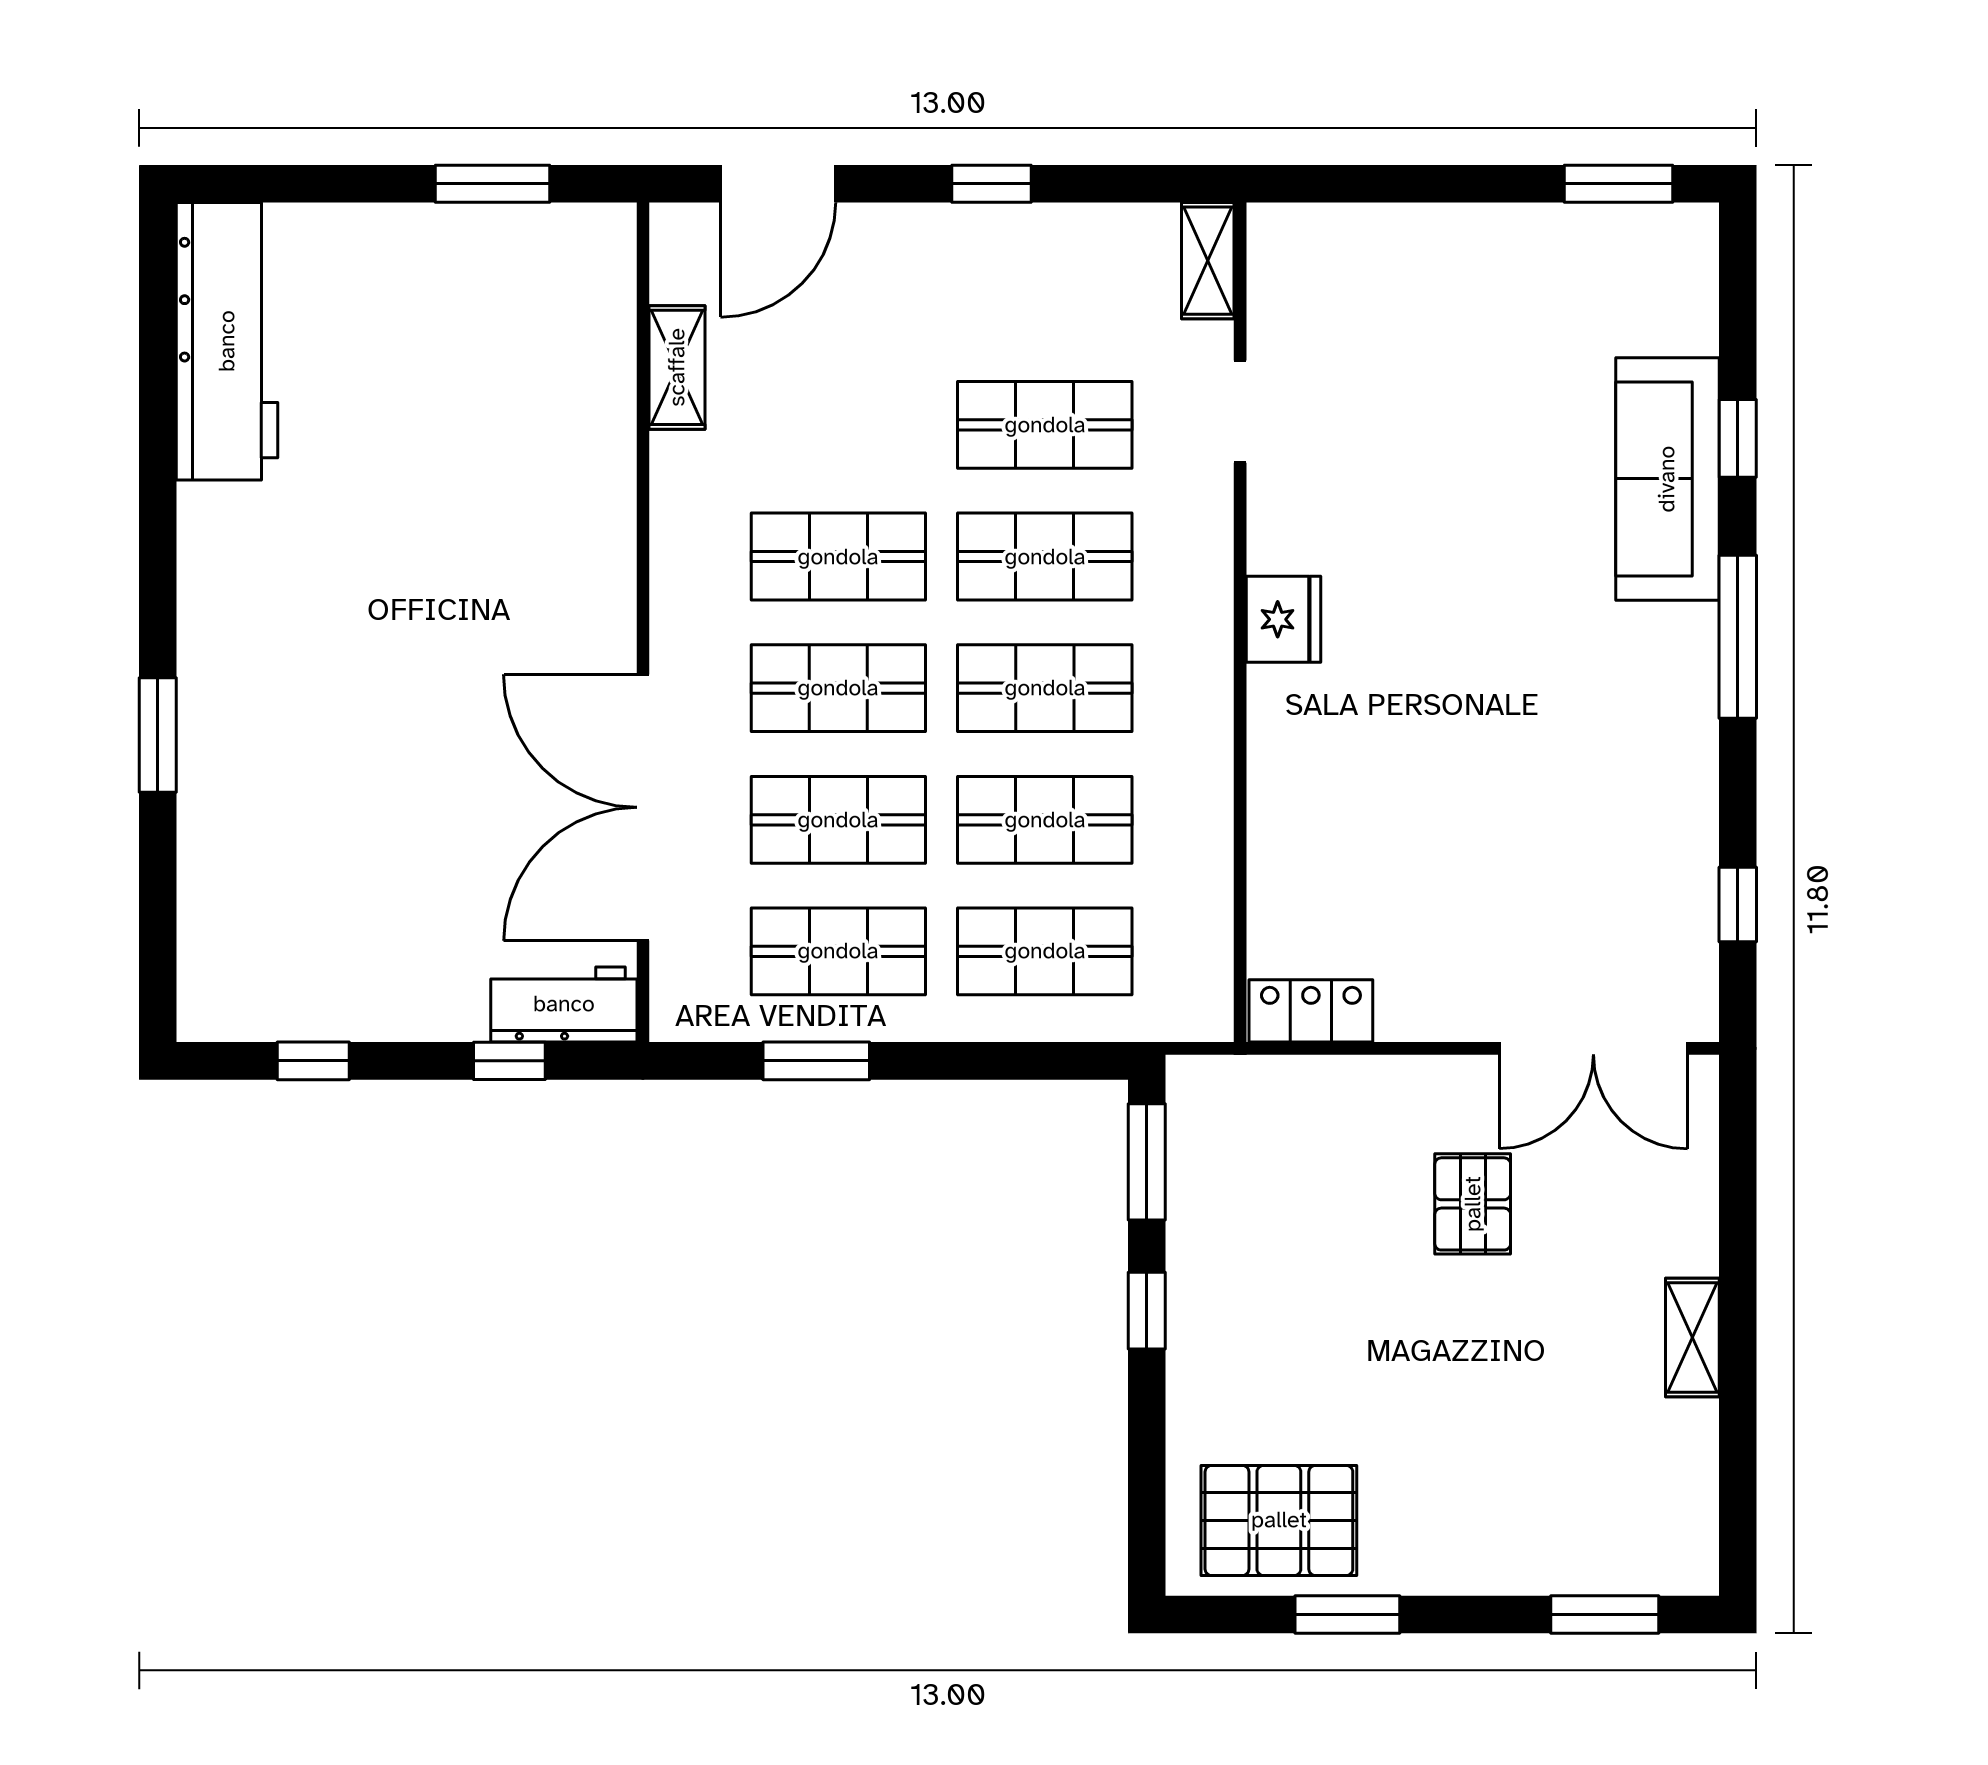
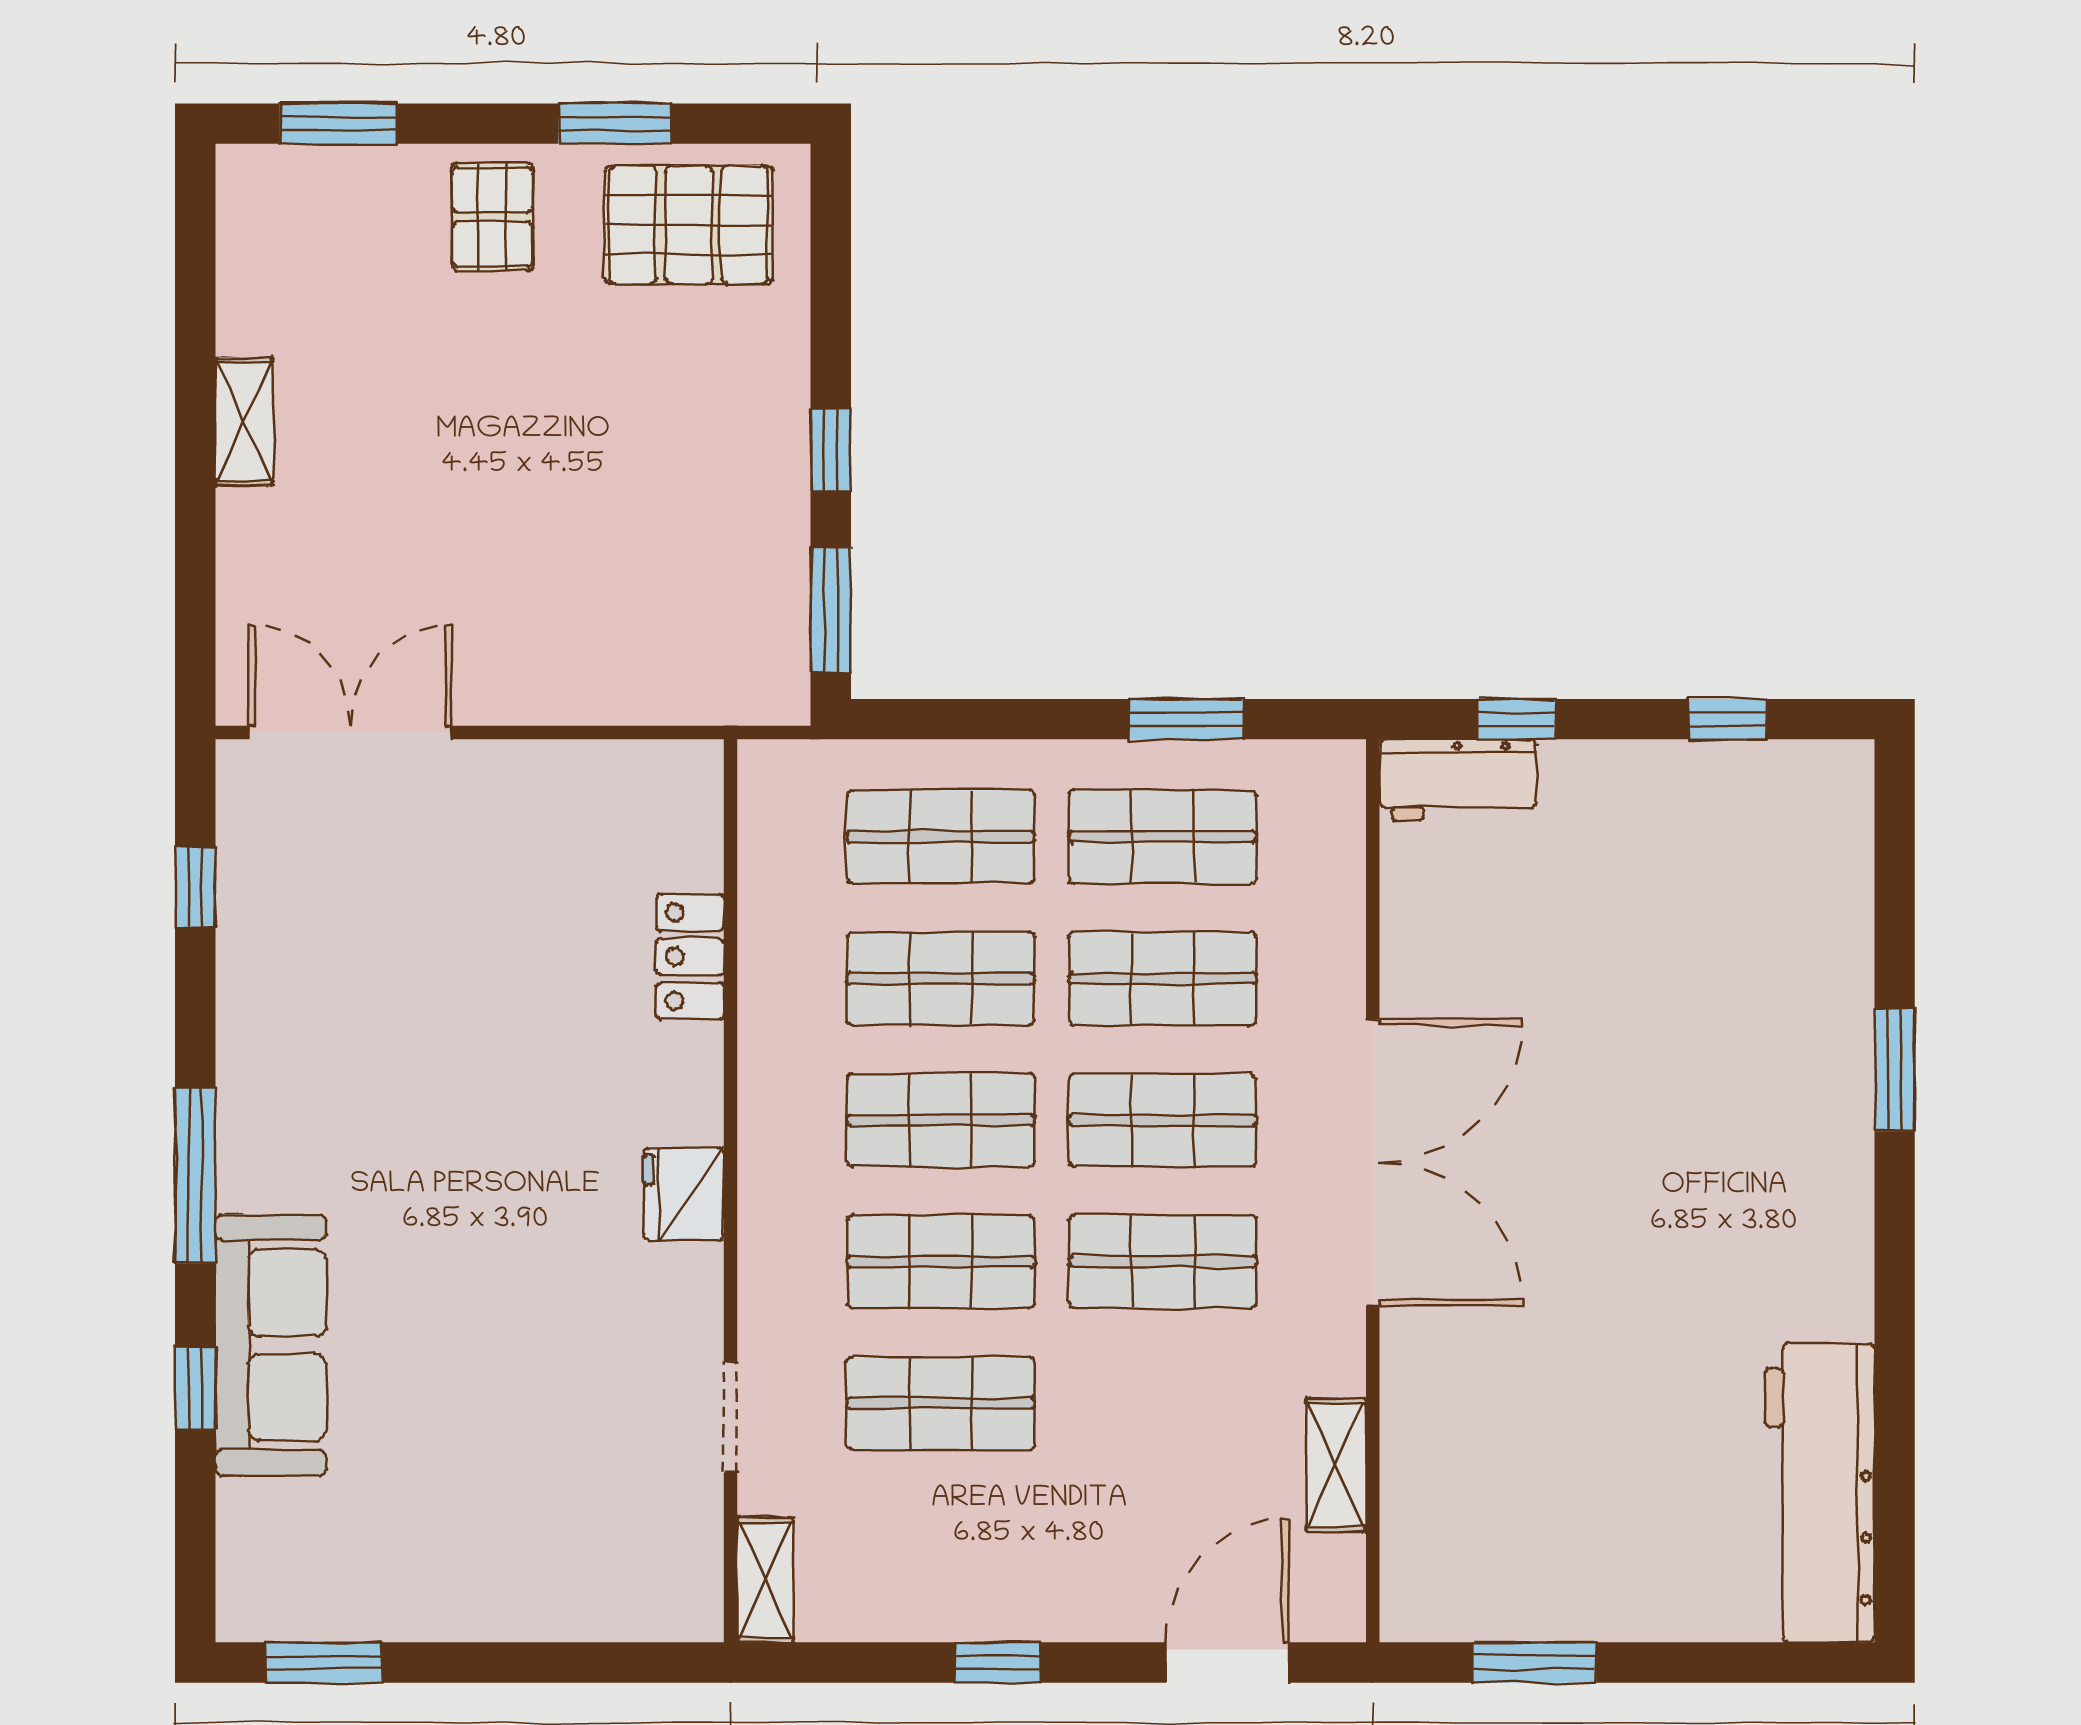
double door: (643, 807) -> (1373, 1162), moved
locker: (1311, 1011) -> (690, 957), moved, turned 90
pallet: (1473, 1204) -> (492, 217), moved

